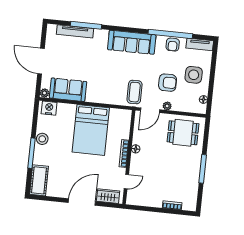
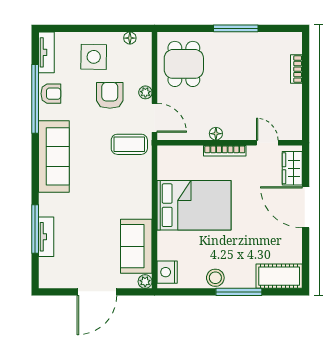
tv unit: (75, 31) -> (46, 237), width x0.71

